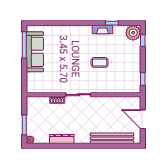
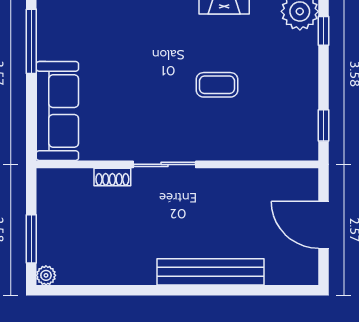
sofa: (35, 52) -> (57, 111), moved
bench: (112, 138) -> (210, 272), moved
dresser: (62, 139) -> (124, 273), removed

